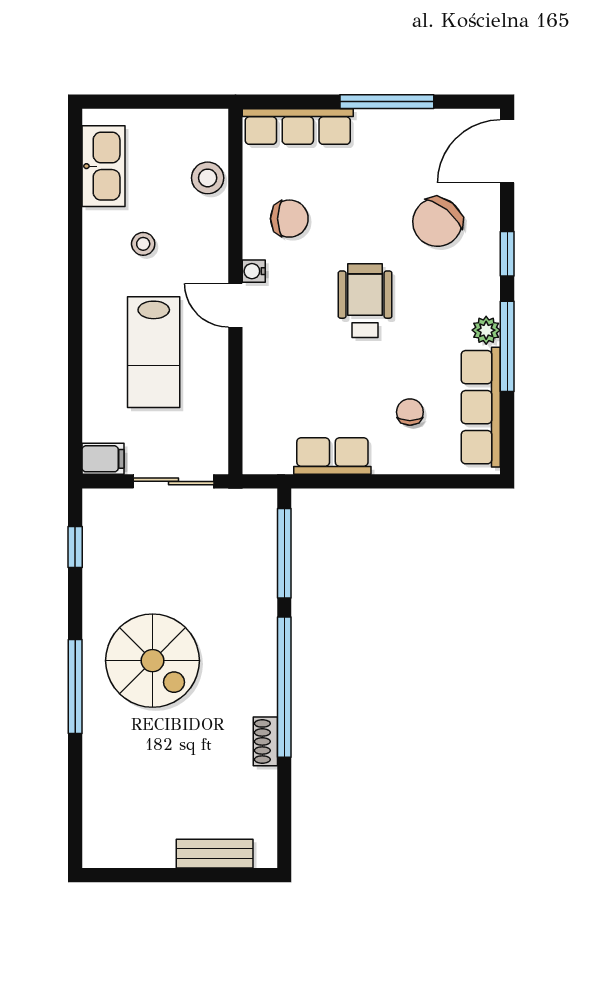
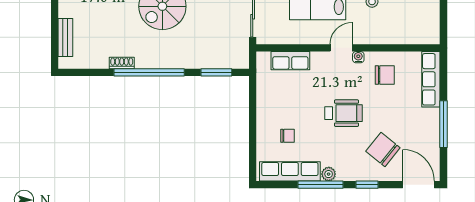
stool: (208, 178) -> (405, 34), removed
chair: (289, 219) -> (385, 75), turned -90
row of seats: (332, 456) -> (290, 61), moved, turned 90
window: (284, 553) -> (216, 72), width x0.69

